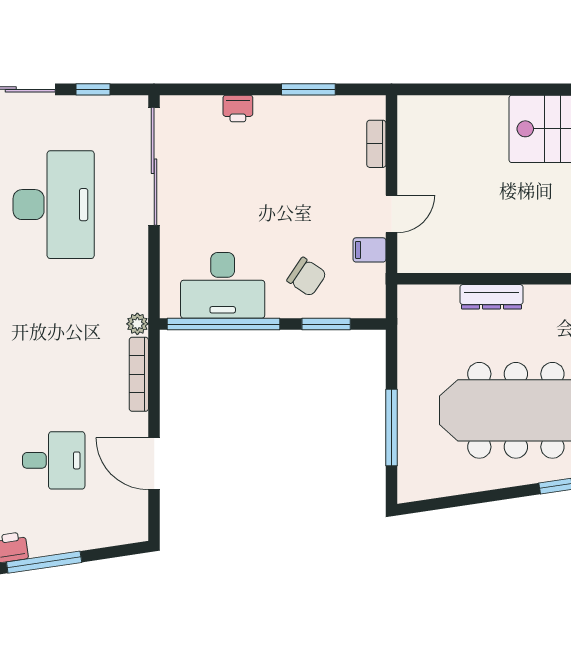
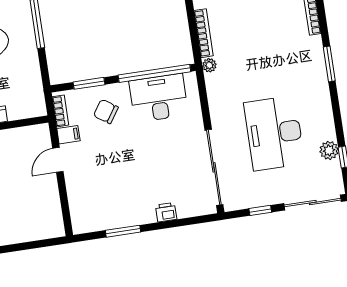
bookcase: (376, 144) -> (60, 111), moved

